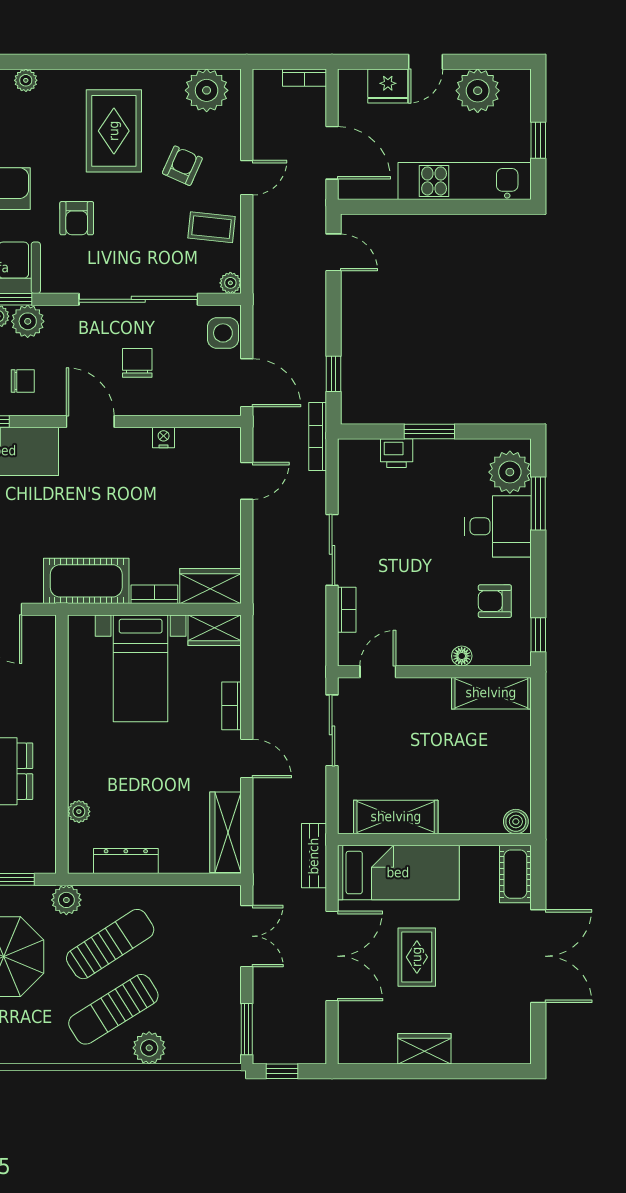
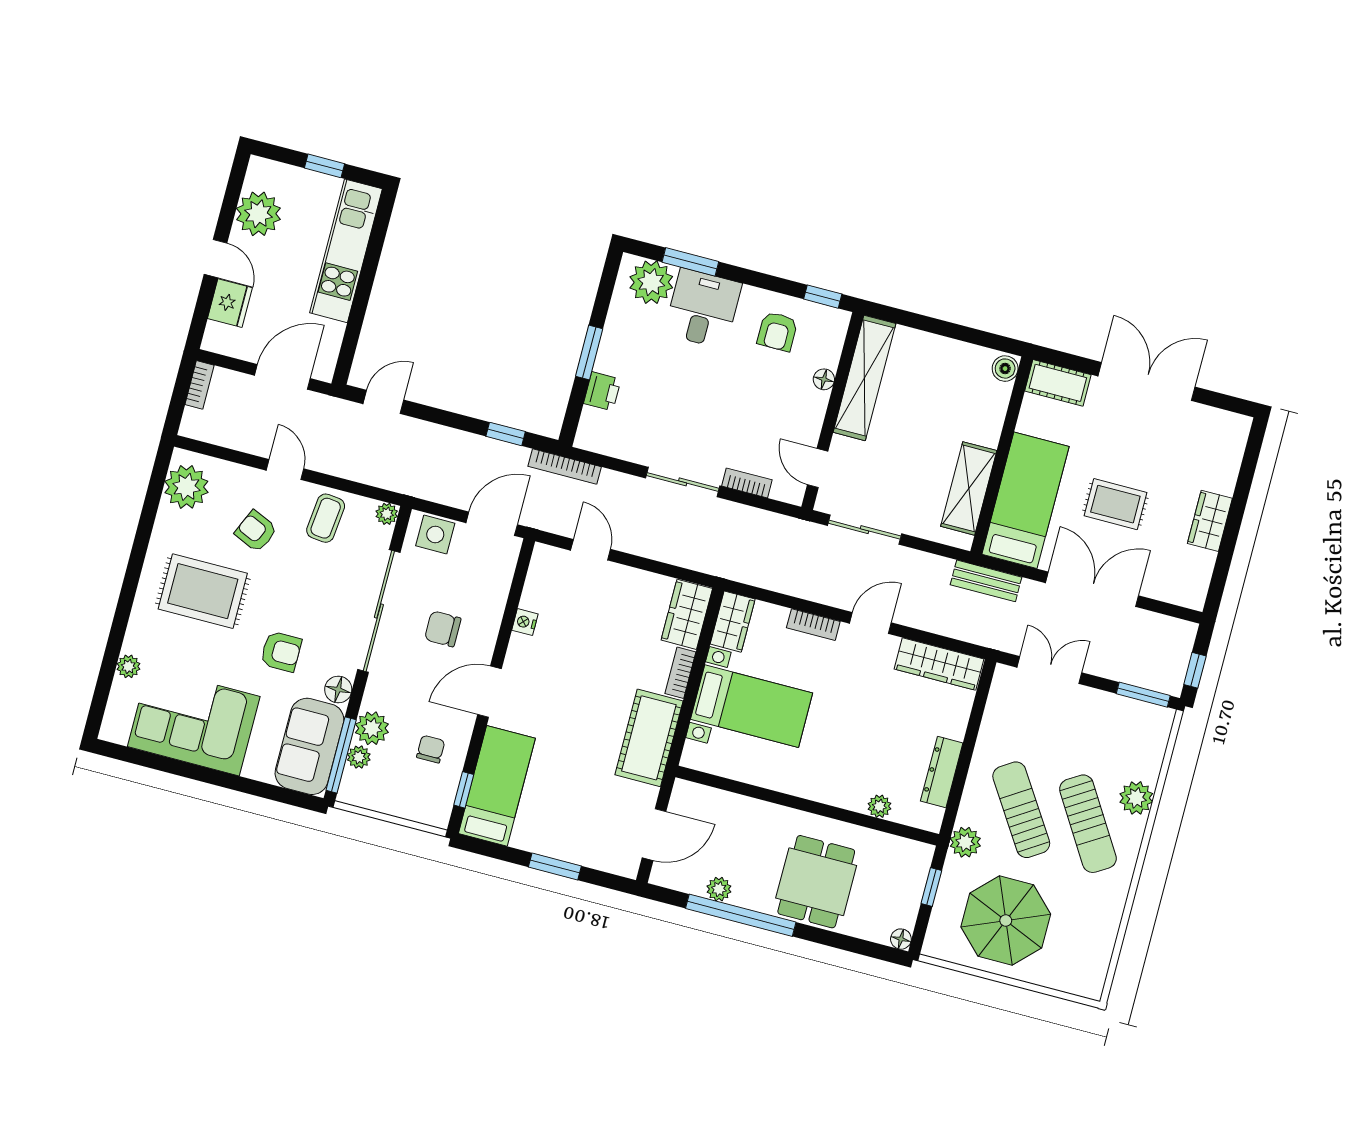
floor lamp: (55, 281) -> (338, 689), added
shelving: (491, 693) -> (864, 378), width x1.47

